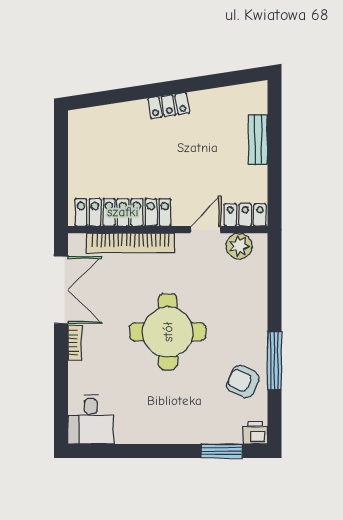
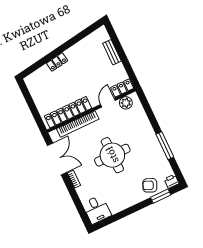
locker: (169, 106) -> (57, 62), moved
armchair: (243, 382) -> (150, 185), moved

